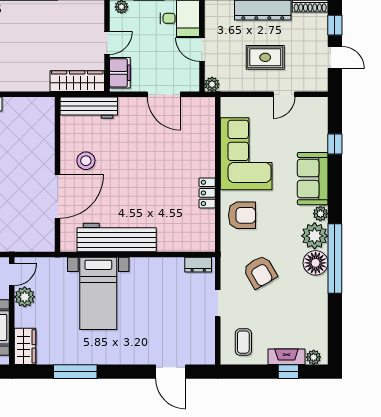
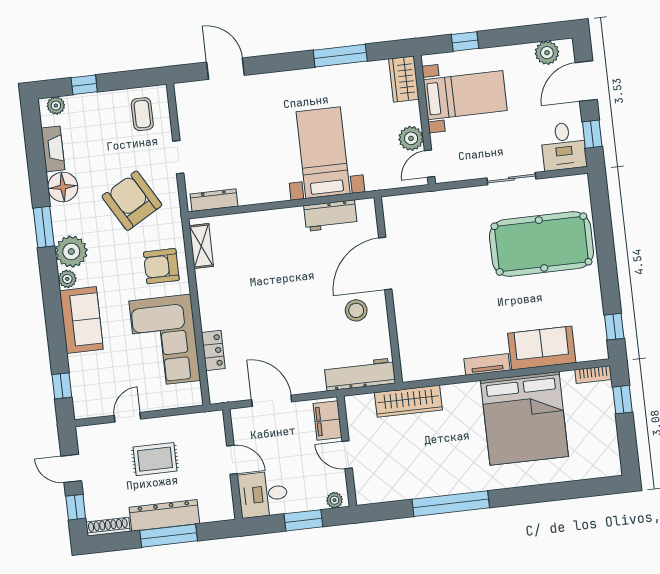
door: (107, 43) -> (347, 455), hinge flipped
wardrobe: (77, 81) -> (408, 401), moved
plant: (212, 84) -> (215, 419), removed
window: (335, 144) -> (62, 386), moved
locker: (207, 193) -> (213, 351), moved
shelving: (207, 228) -> (201, 246), added
workbench: (117, 238) -> (330, 216), width x0.53, depth x0.76
window: (335, 258) -> (44, 227), width x0.47
floor lamp: (316, 263) -> (63, 187), moved
dresser: (198, 265) -> (214, 200), width x1.44
armchair: (260, 272) -> (132, 201), width x1.36, depth x1.36
fireplace: (286, 357) -> (53, 149), moved, turned -90

